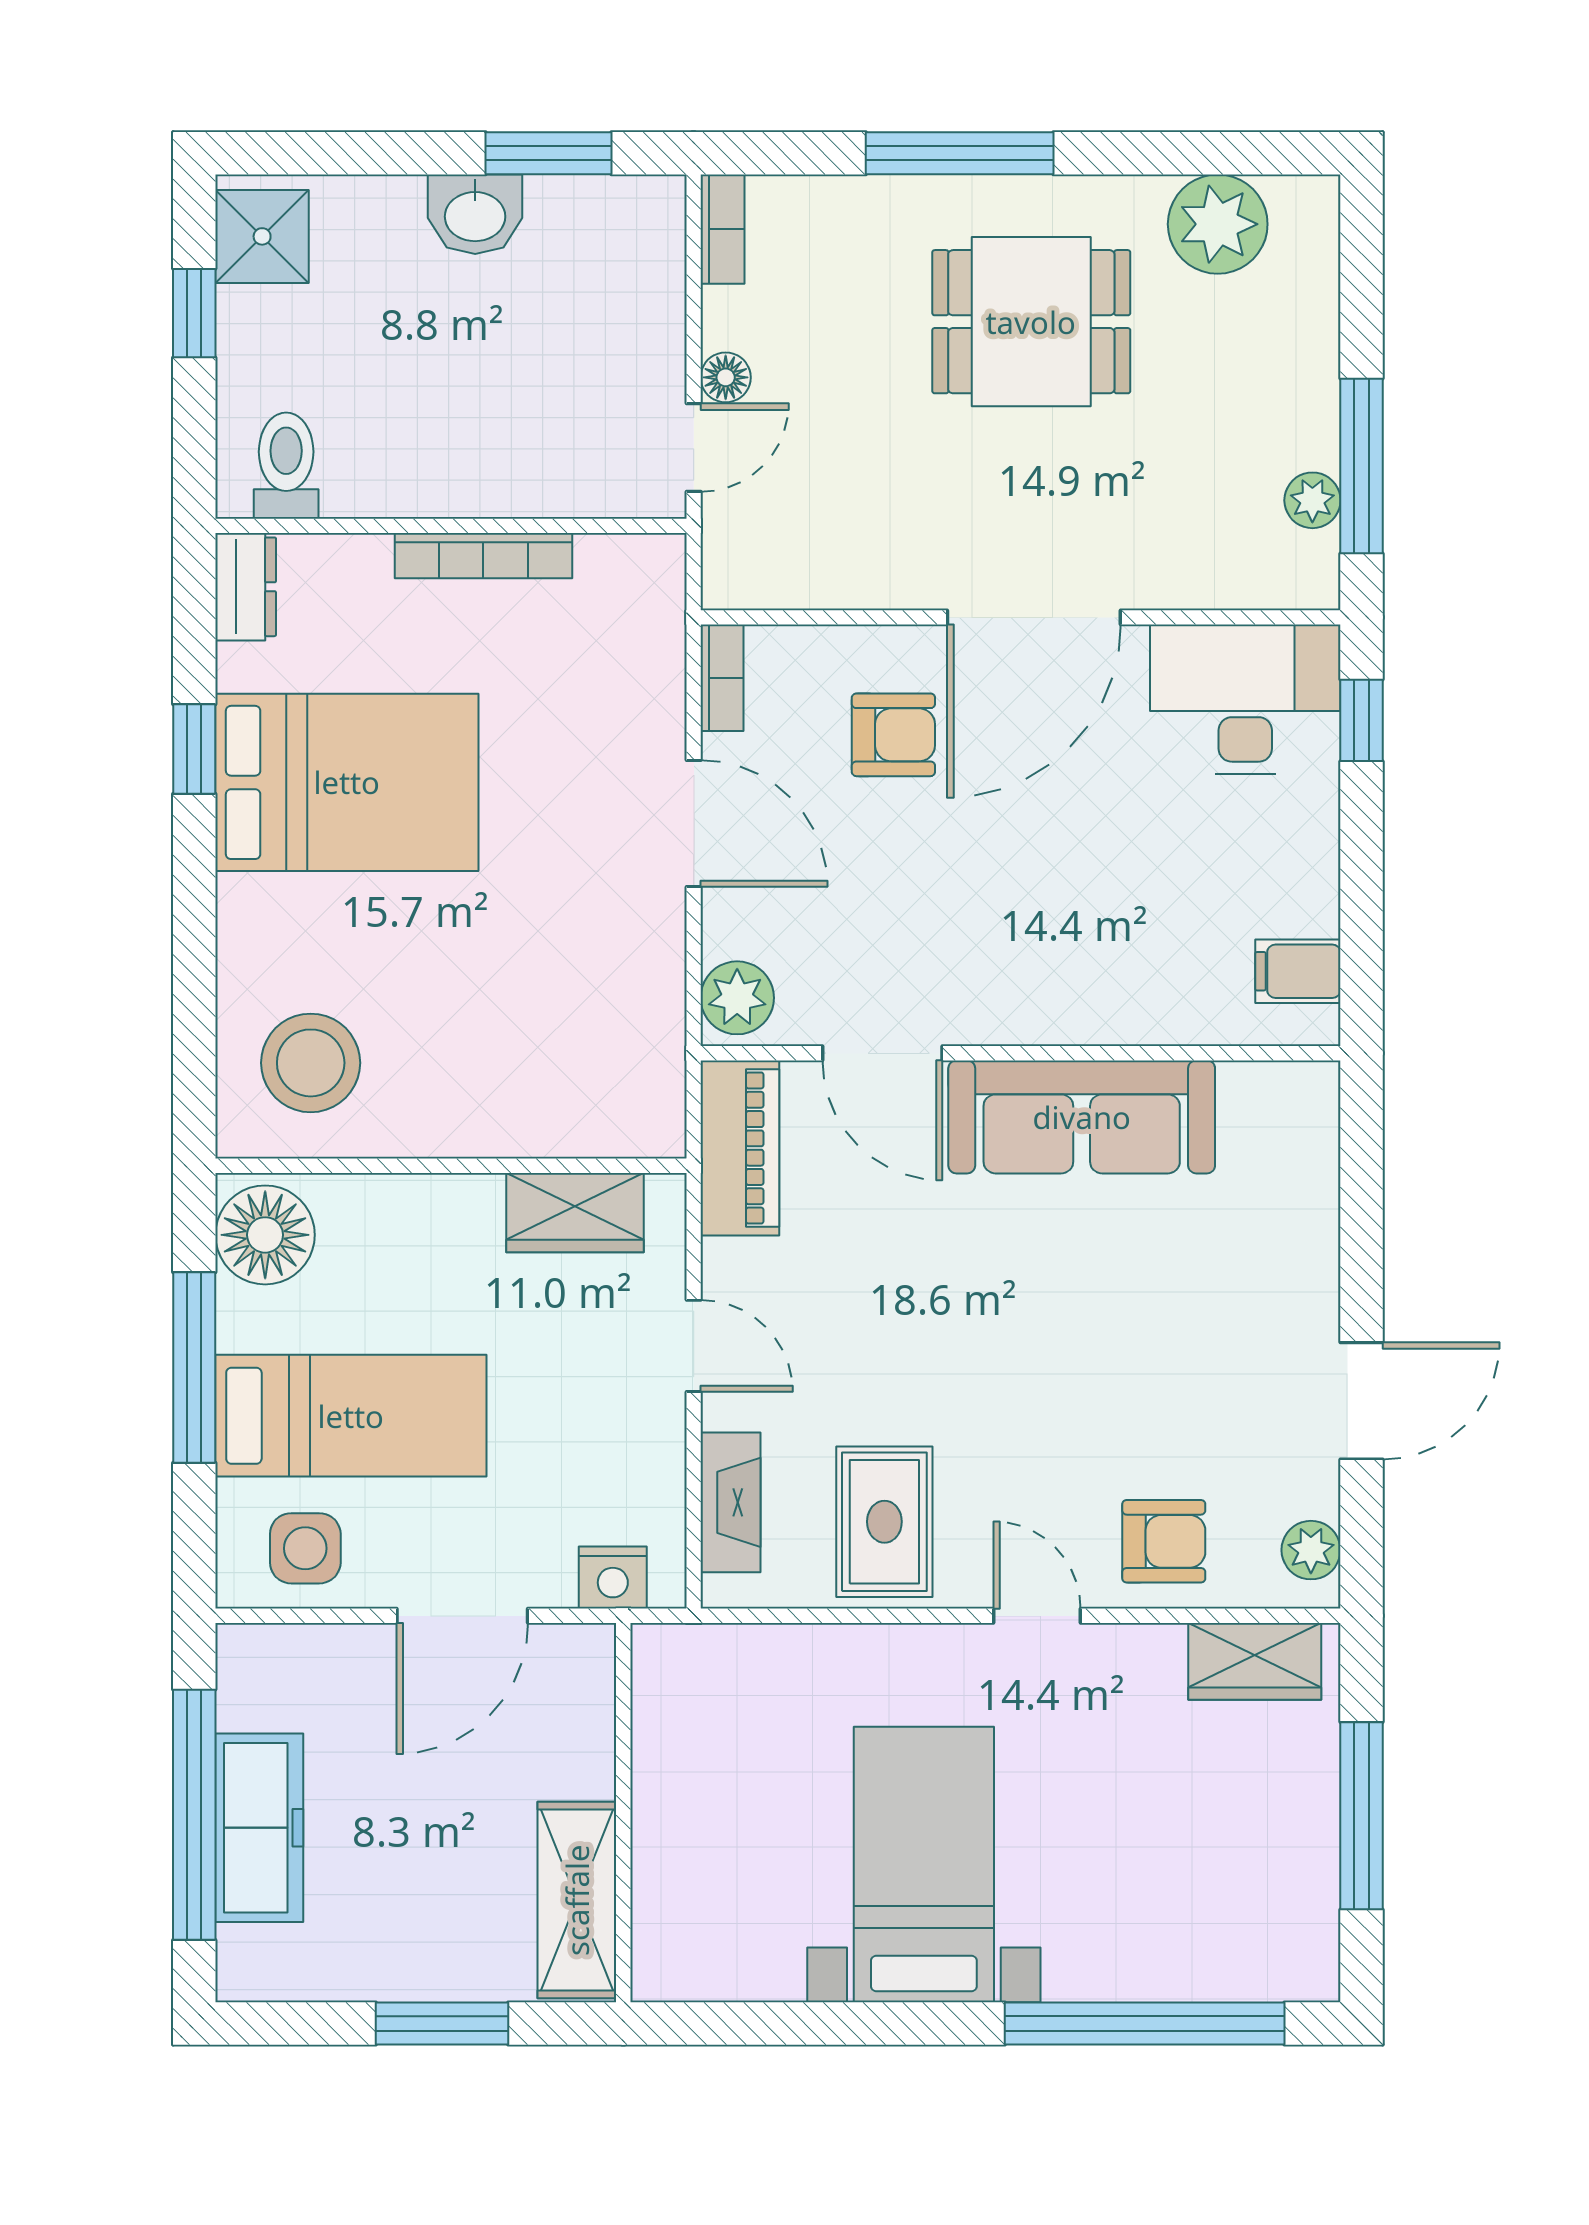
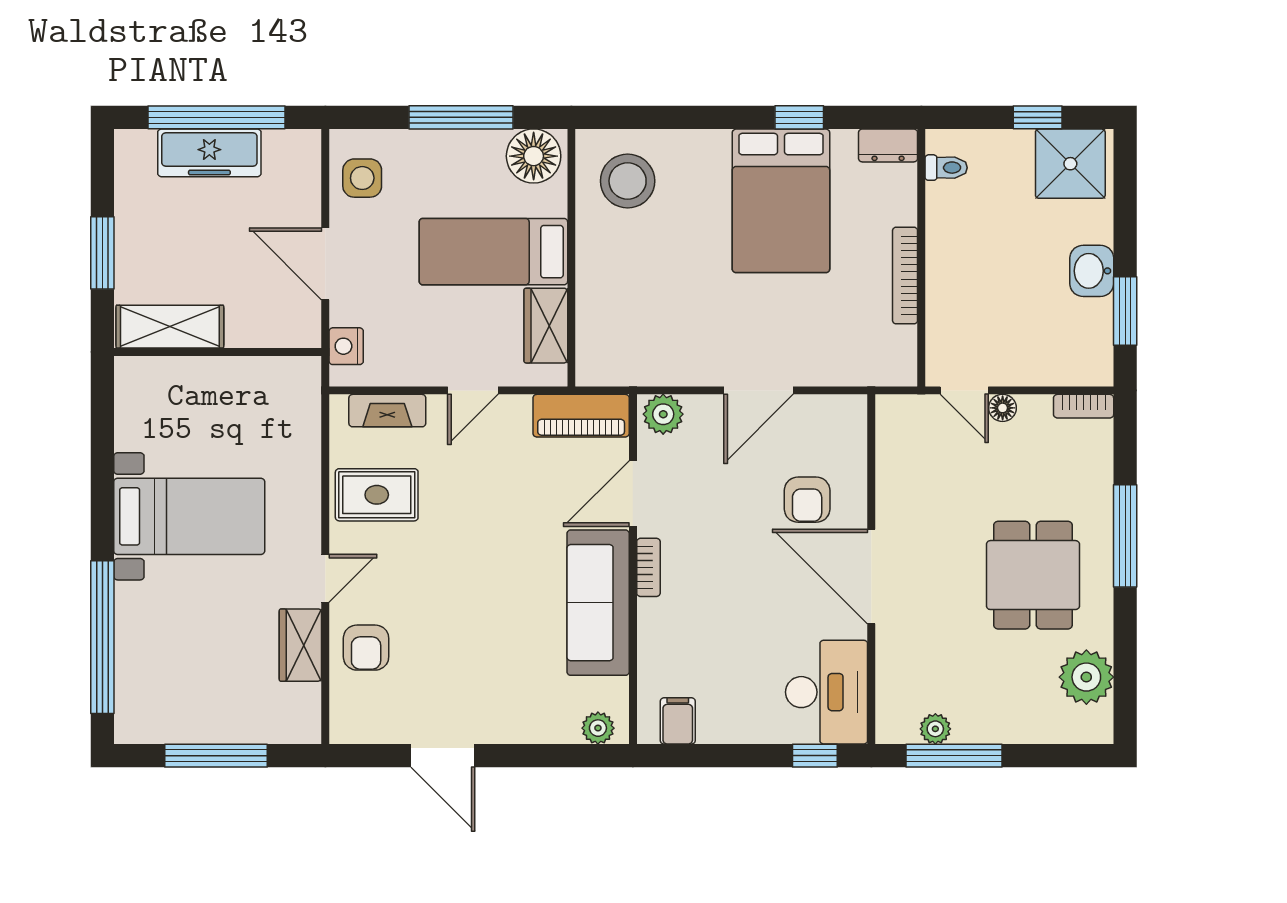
shower: (262, 236) -> (1070, 164), width x1.36, depth x1.36
toilet: (286, 466) -> (946, 168), width x0.73, depth x0.72
bookcase: (722, 678) -> (648, 567), moved, turned -90
bed: (351, 1416) -> (493, 252), moved, turned 90
plant: (1311, 1550) -> (598, 728), moved
wardrobe: (1255, 1661) -> (300, 645), moved

